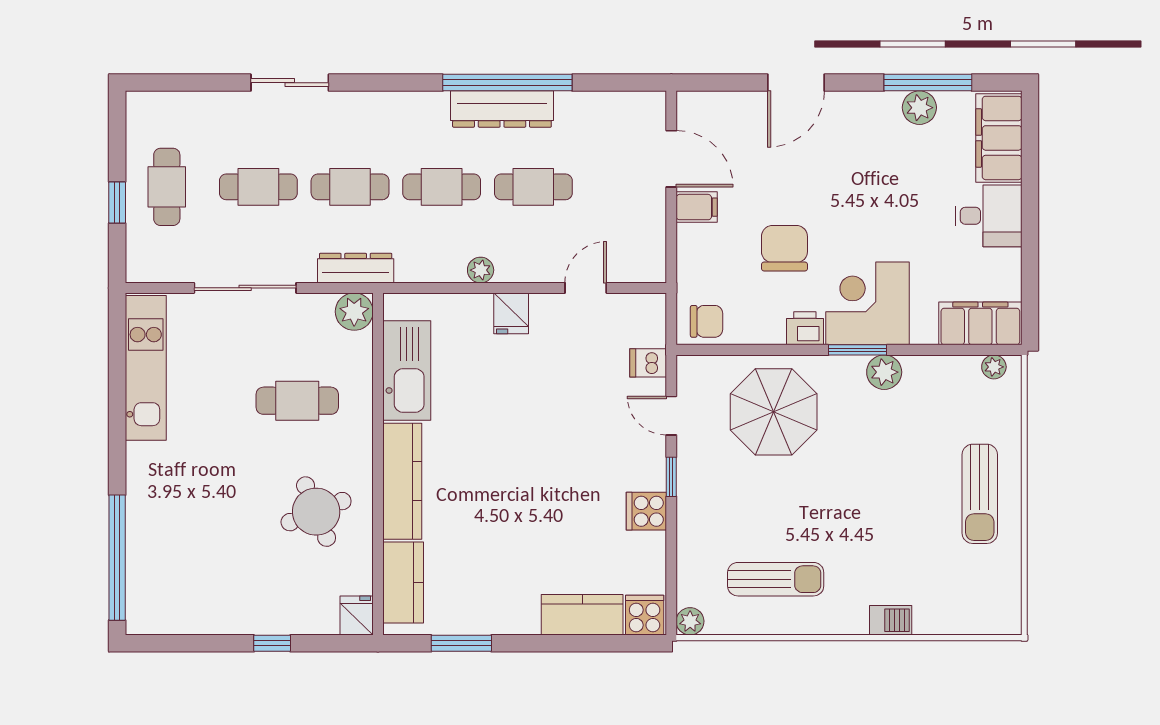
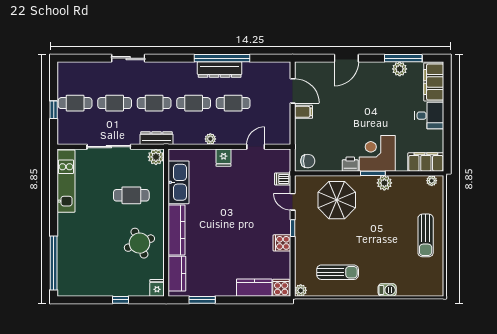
cafe table: (167, 187) -> (75, 103), turned 90
chair: (784, 248) -> (341, 130), removed

